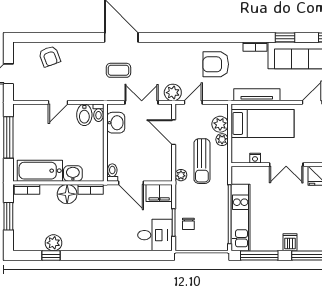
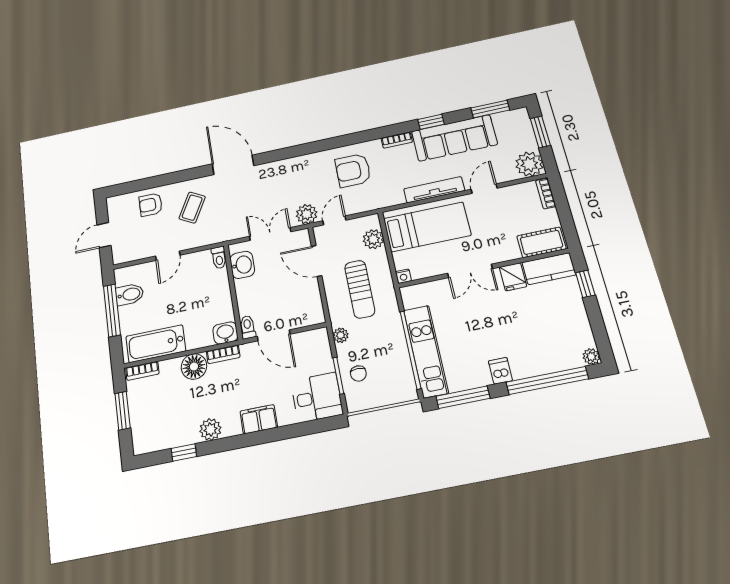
armchair: (50, 56) -> (151, 205), turned 110
coffee table: (118, 70) -> (192, 208), moved, turned -61
tv unit: (257, 95) -> (434, 190), moved
bidet: (84, 115) -> (130, 294), moved, turned -90
plant: (222, 140) -> (380, 257), removed
nightstand: (255, 158) -> (403, 276), moved
washbasin: (73, 173) -> (225, 333), moved
plant: (181, 175) -> (341, 335), moved
filing cabinet: (159, 193) -> (259, 419), moved, turned 180
plant: (53, 243) -> (210, 429), moved

